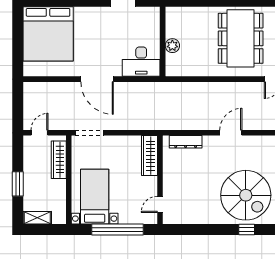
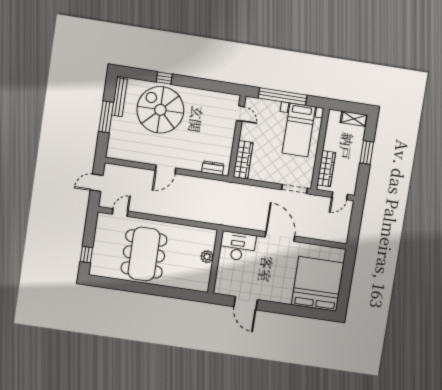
dresser: (186, 142) -> (213, 168), width x0.70
door: (160, 204) -> (240, 114), hinge flipped

